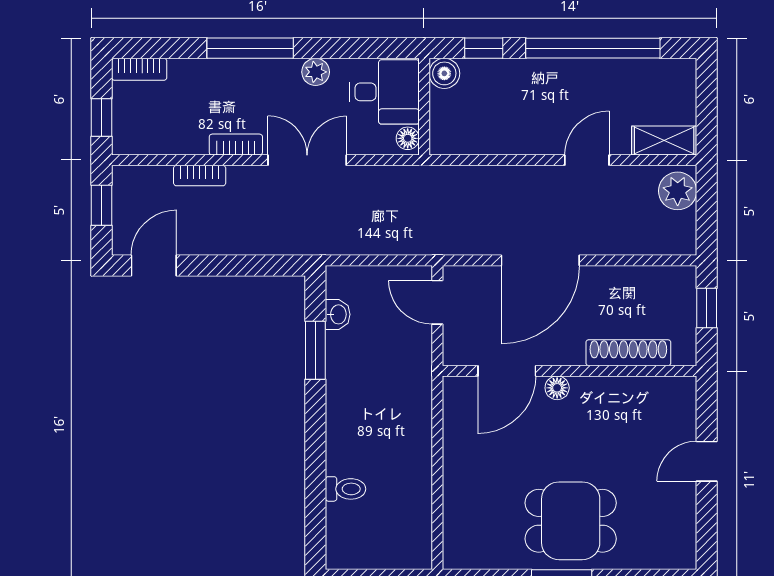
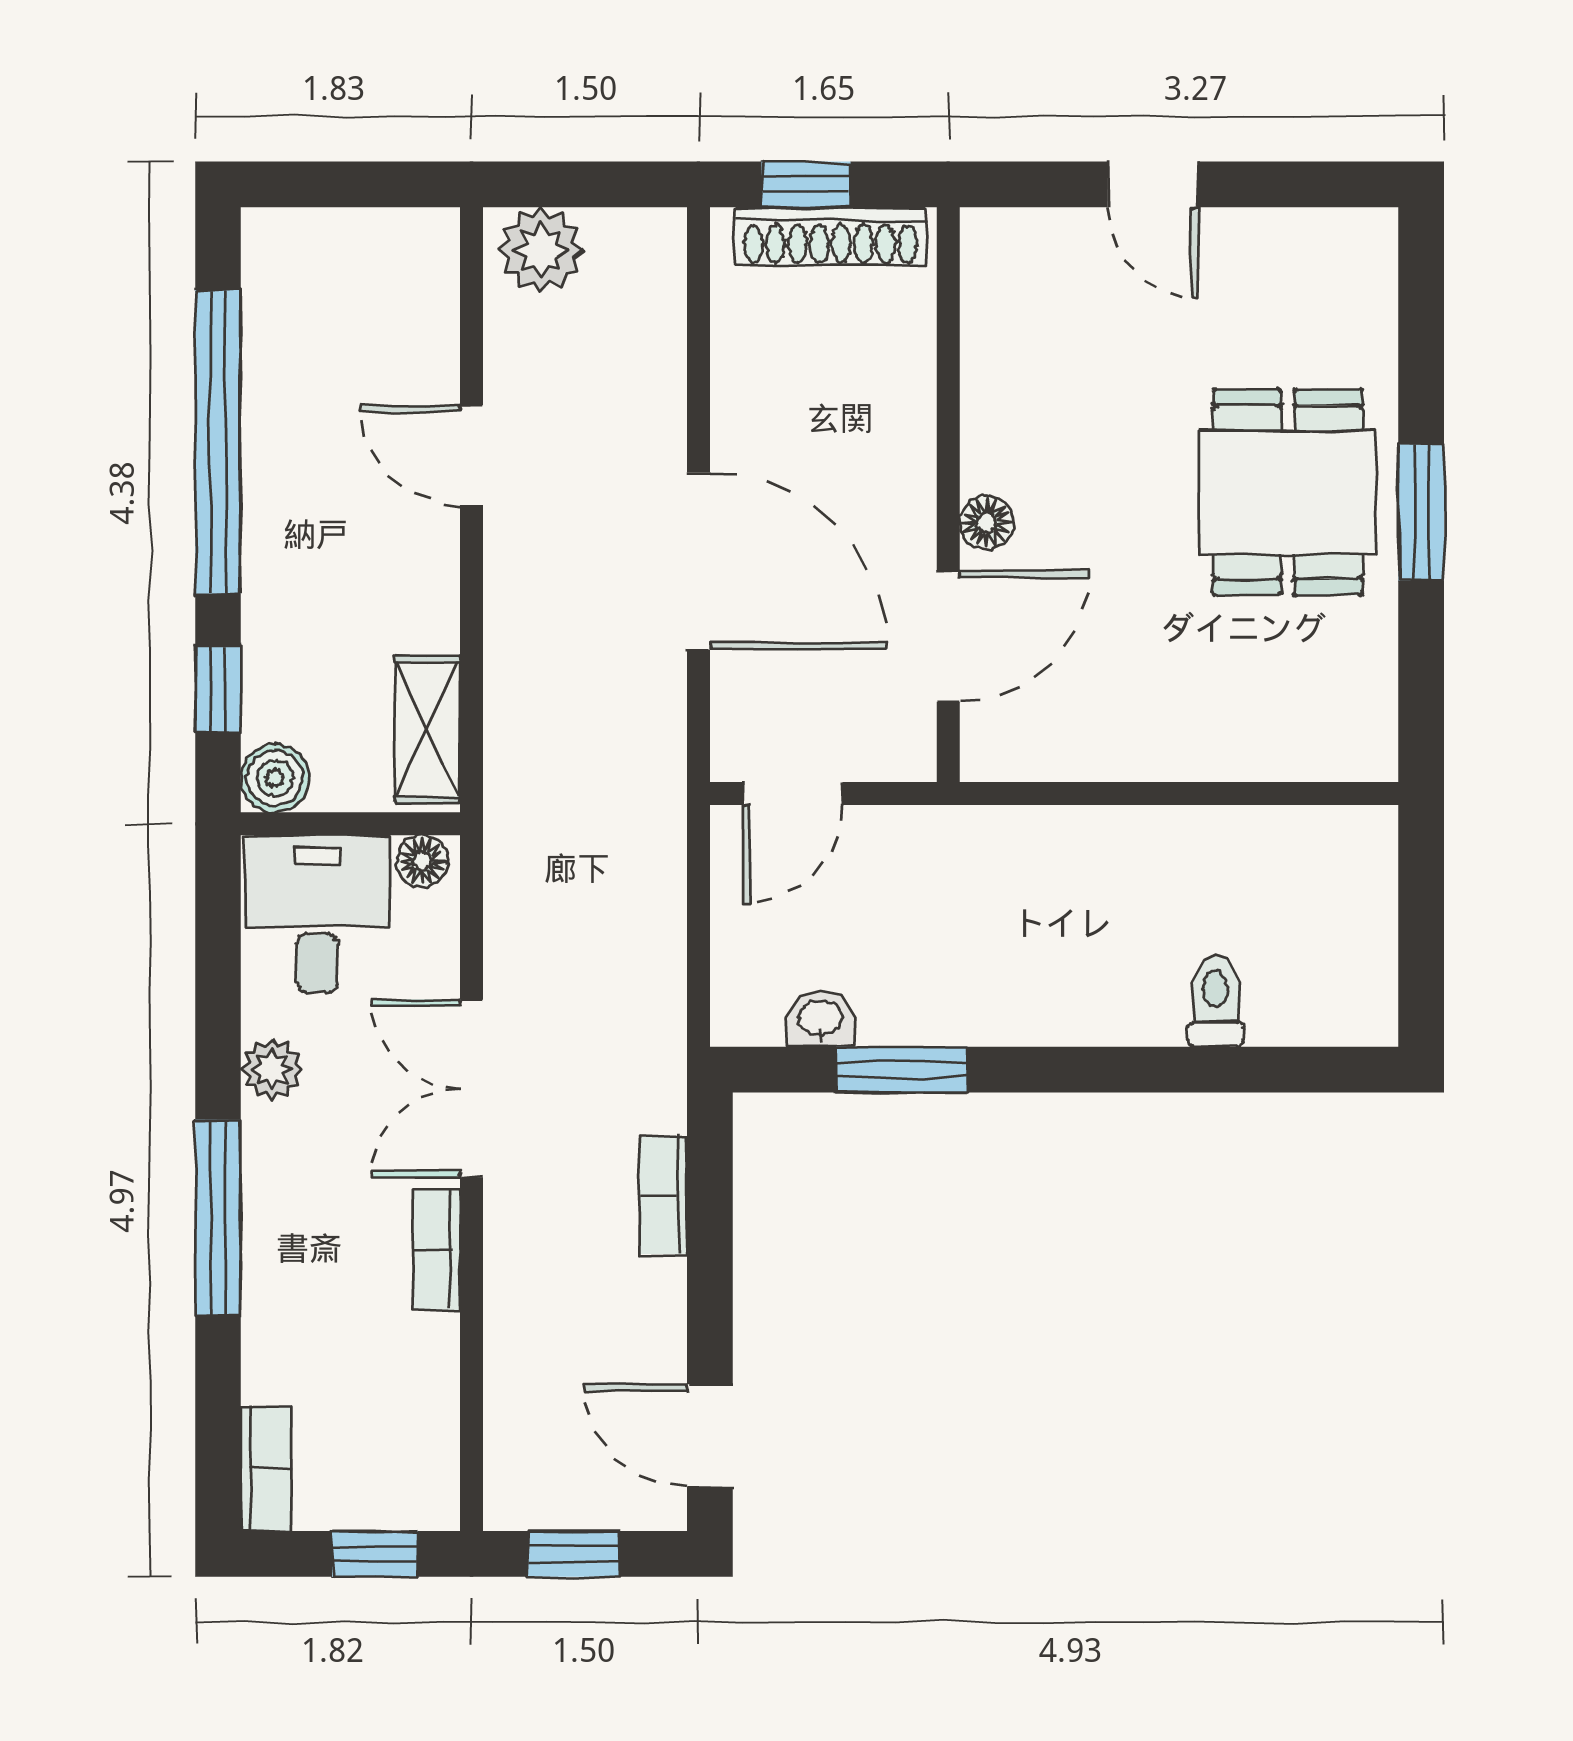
shelving: (664, 141) -> (427, 729), moved
bookcase: (200, 176) -> (664, 1195), moved, turned 180
shoe rack: (628, 353) -> (830, 237), moved, turned -90
door: (507, 371) -> (948, 636), hinge flipped

